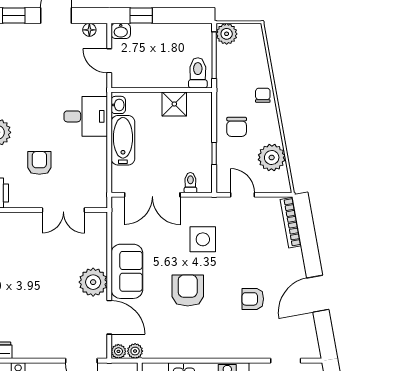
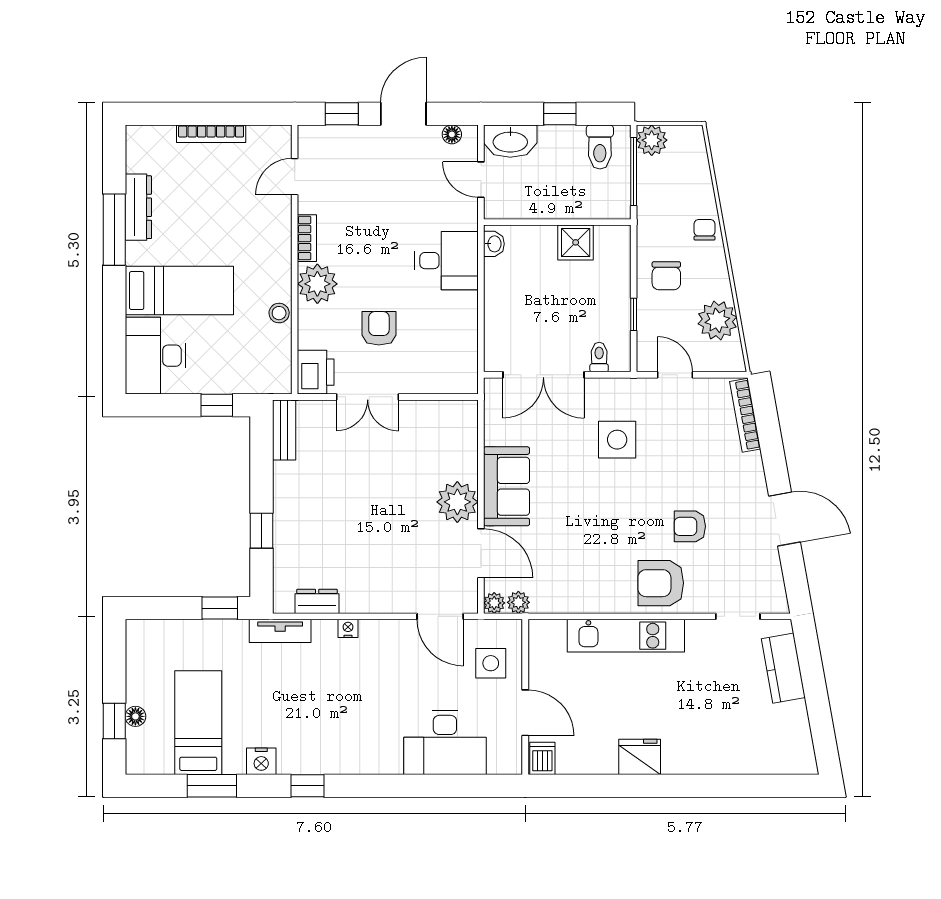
window: (141, 16) -> (560, 114), moved
washbasin: (121, 31) -> (510, 141), width x1.91, depth x1.45
toilet: (198, 73) -> (600, 147), moved, turned 180
bathtub: (123, 140) -> (501, 295), removed
double door: (63, 210) -> (368, 397), moved
armchair: (188, 291) -> (661, 583), moved, turned -90
door: (318, 294) -> (785, 519), swing flipped

